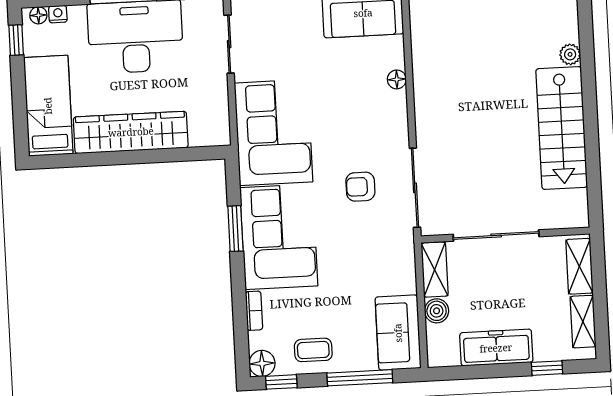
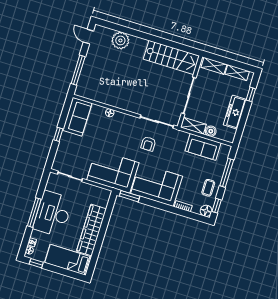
plant: (570, 54) -> (120, 40), width x1.87, depth x1.87
stairs: (562, 128) -> (171, 58), moved
window: (235, 229) -> (130, 196), moved
sofa: (398, 333) -> (203, 147), moved

